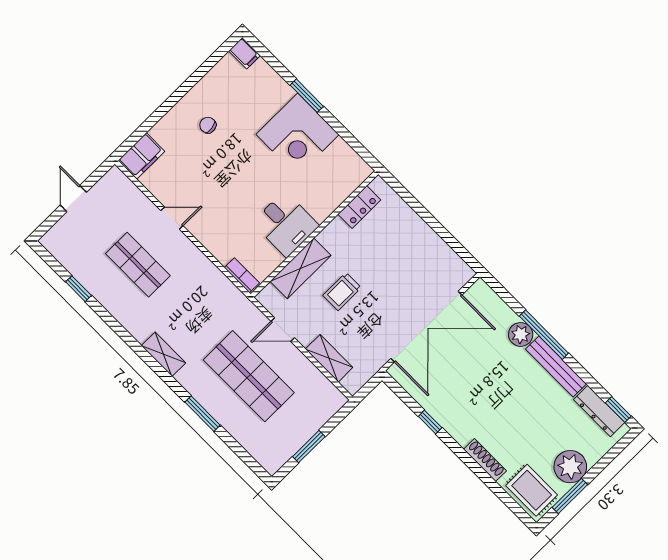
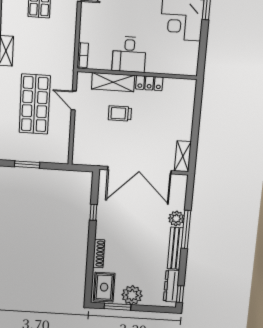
locker: (359, 207) -> (149, 83), moved
shelving: (329, 358) -> (183, 156), moved

